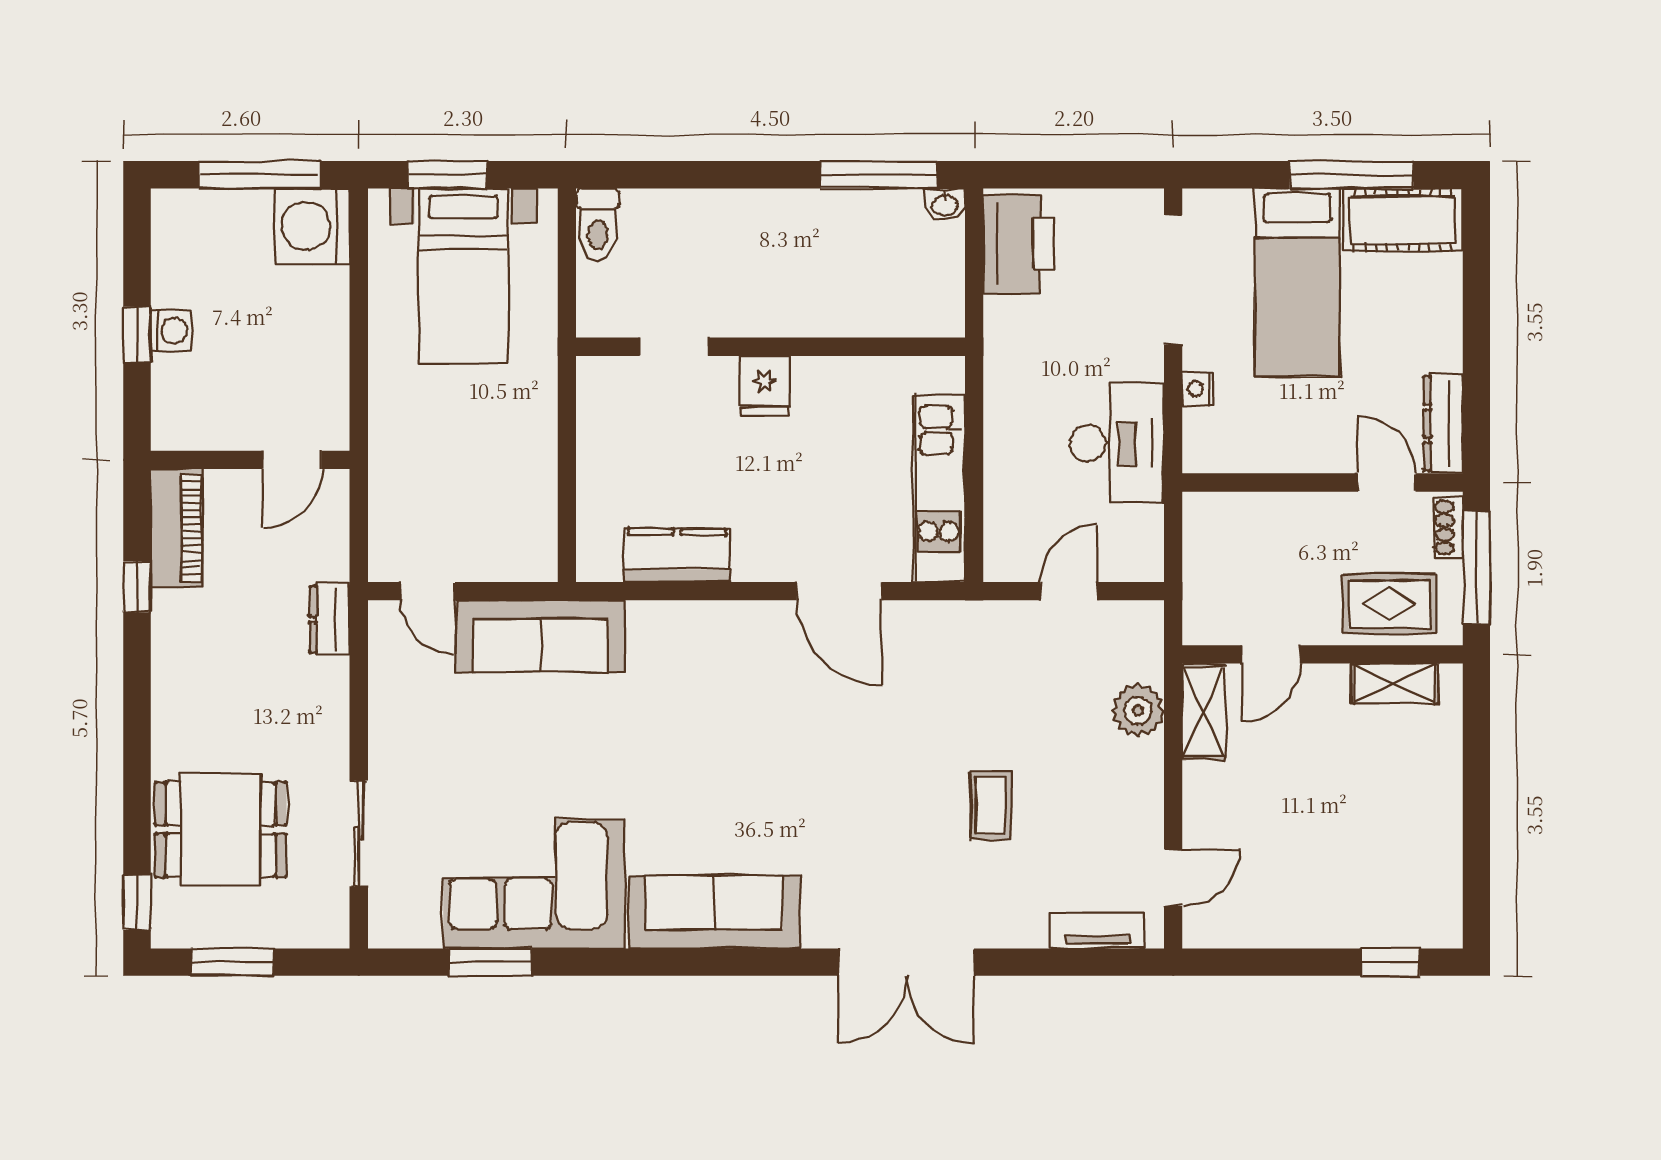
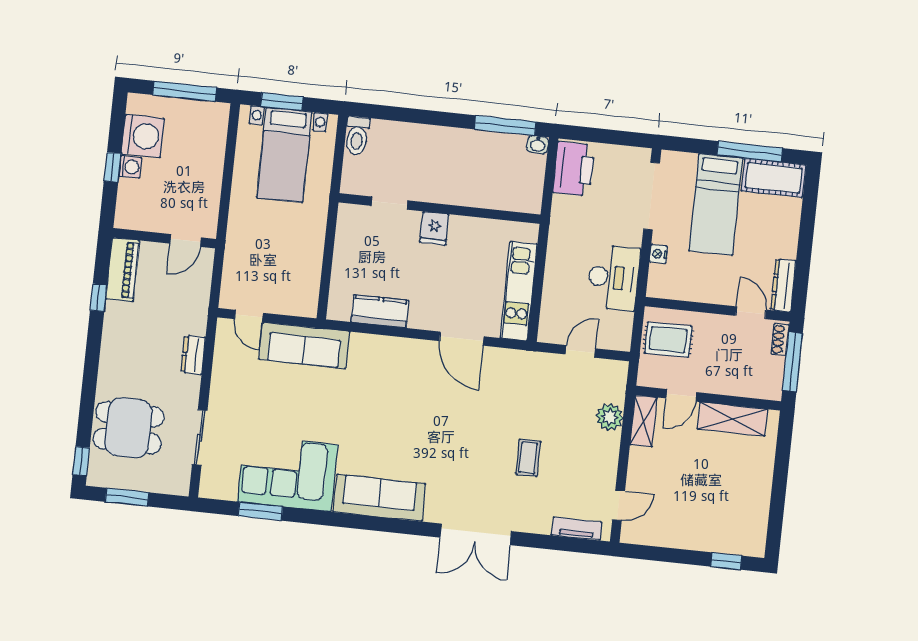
washing machine: (312, 226) -> (143, 136), moved, turned 180
rug: (1389, 604) -> (668, 340), moved
dresser: (329, 620) -> (193, 355), moved
shelving: (1395, 683) -> (732, 419), width x1.50, depth x1.33

